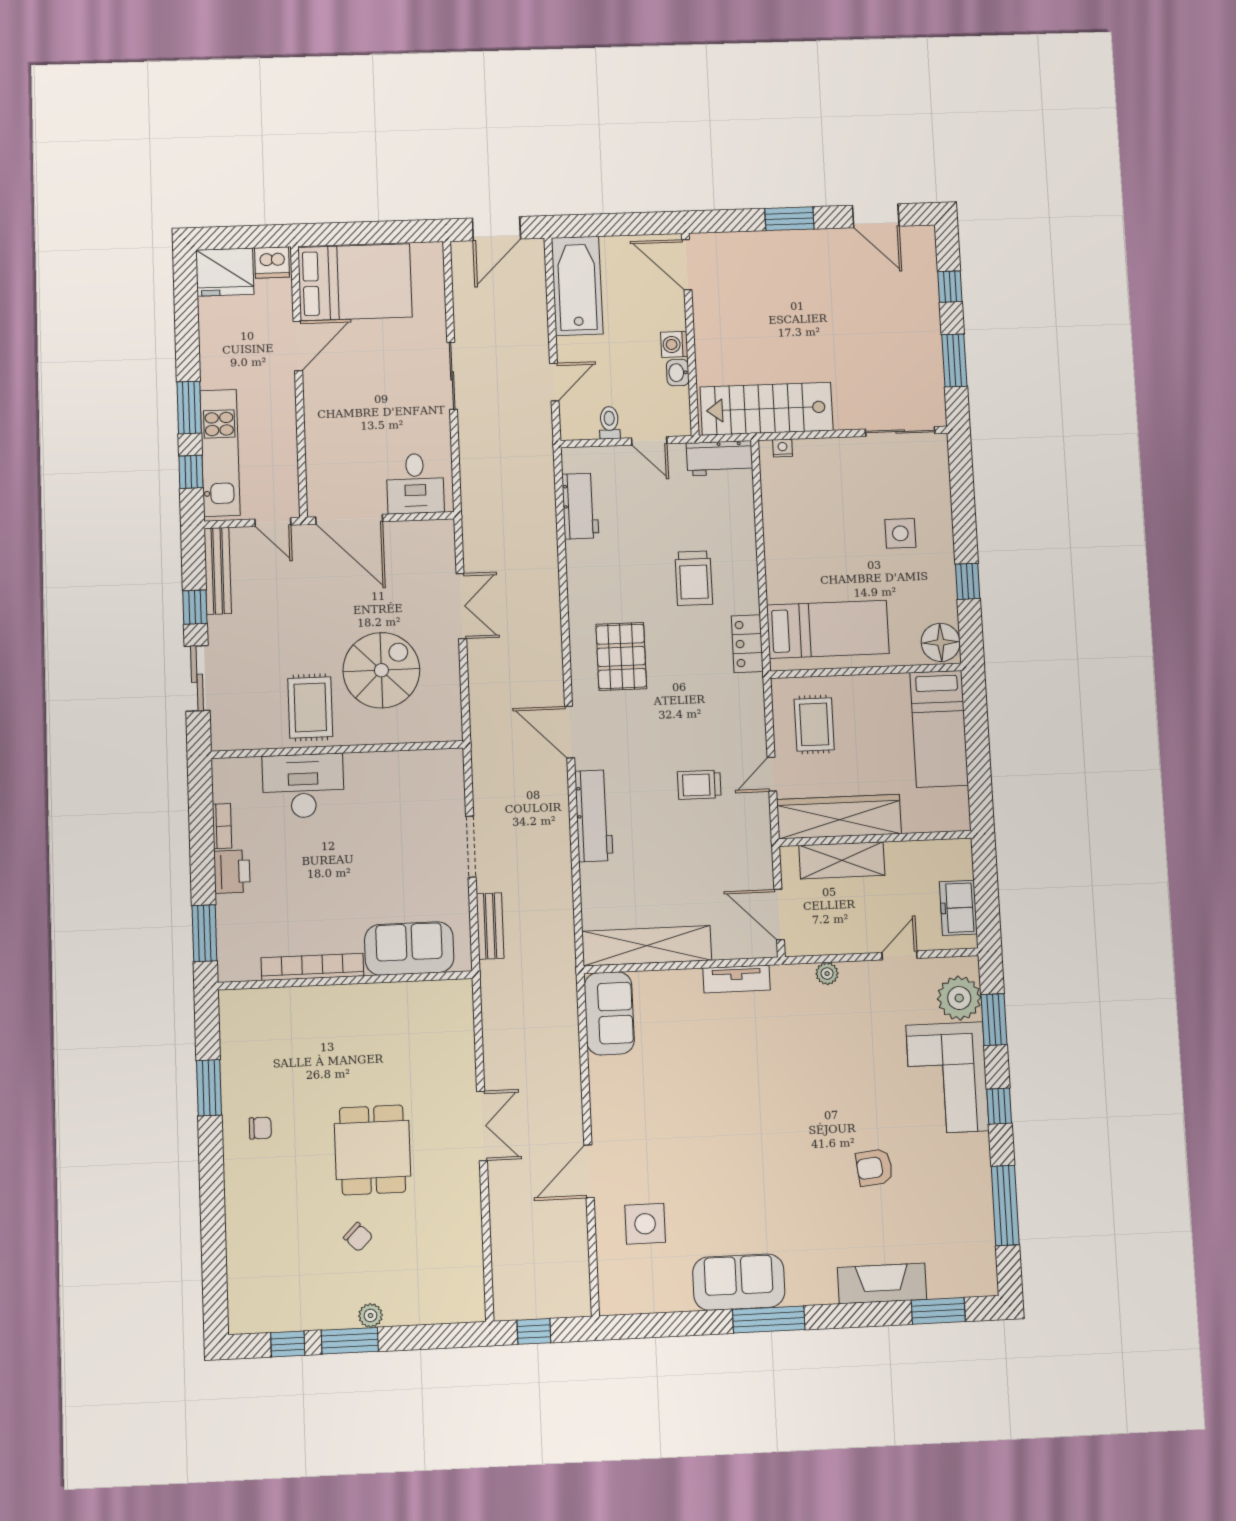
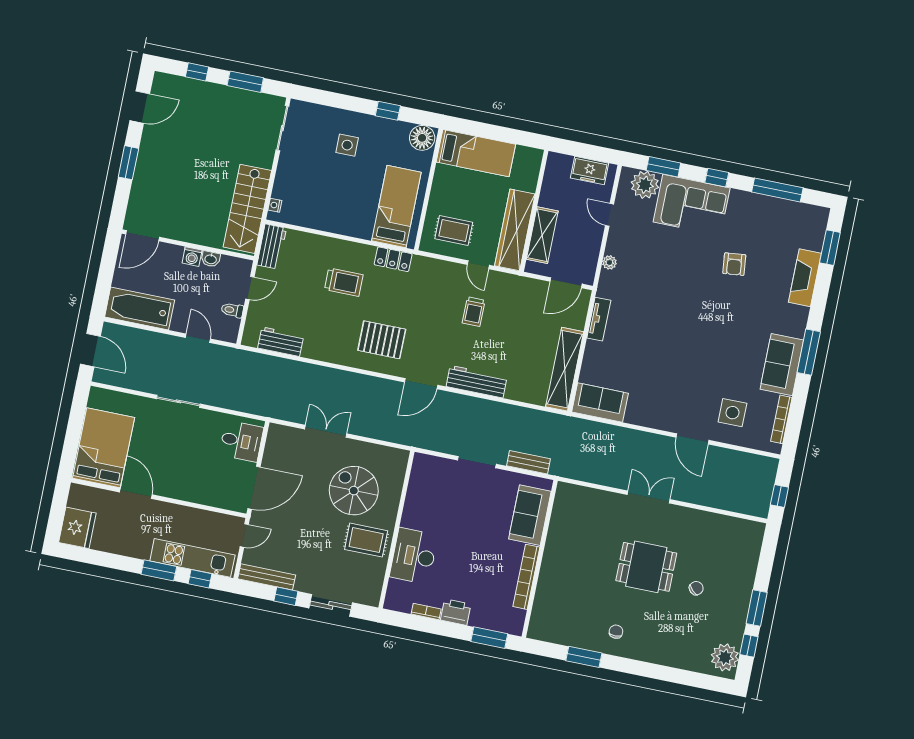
dishwasher: (272, 263) -> (78, 497), removed
bookcase: (654, 1303) -> (781, 419), added
plant: (370, 1315) -> (725, 657), moved, width x1.88, depth x1.88

